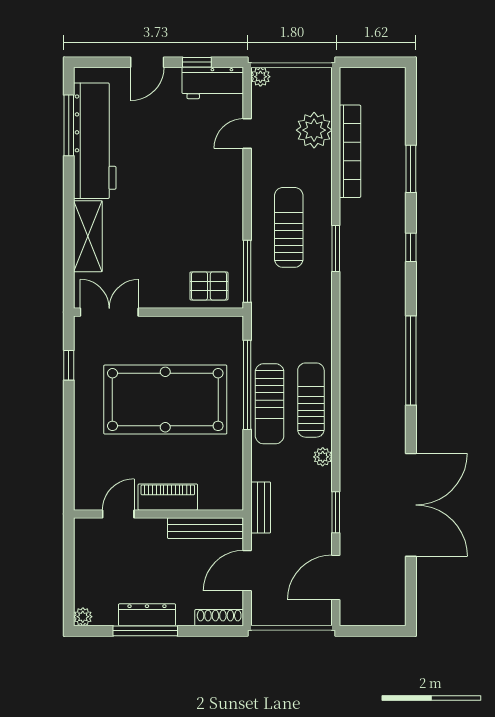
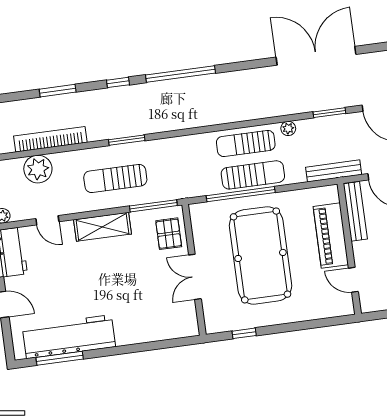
shelving: (88, 236) -> (102, 227), moved
double door: (109, 312) -> (195, 277), moved
window: (411, 361) -> (181, 74), moved
piano: (168, 497) -> (331, 236), width x1.37, depth x1.33
bench: (261, 508) -> (334, 171), width x1.36

